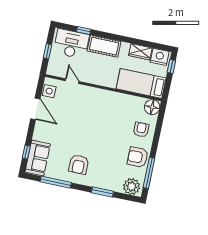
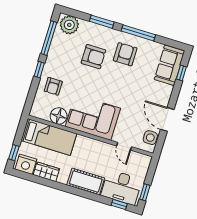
window: (84, 30) -> (119, 205), moved
window: (47, 51) -> (145, 192), moved
corner sofa: (103, 105) -> (93, 117), added
floor lamp: (152, 107) -> (59, 116), moved
window: (155, 144) -> (39, 70), added
armchair: (138, 157) -> (93, 57), moved
window: (56, 182) -> (138, 33), moved

